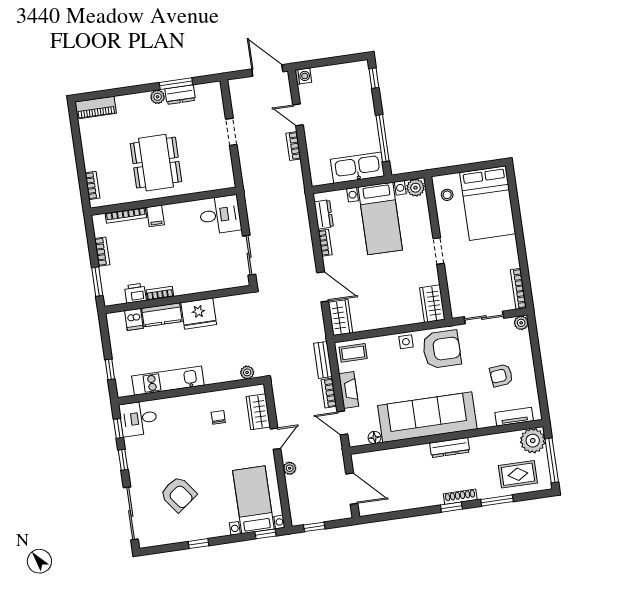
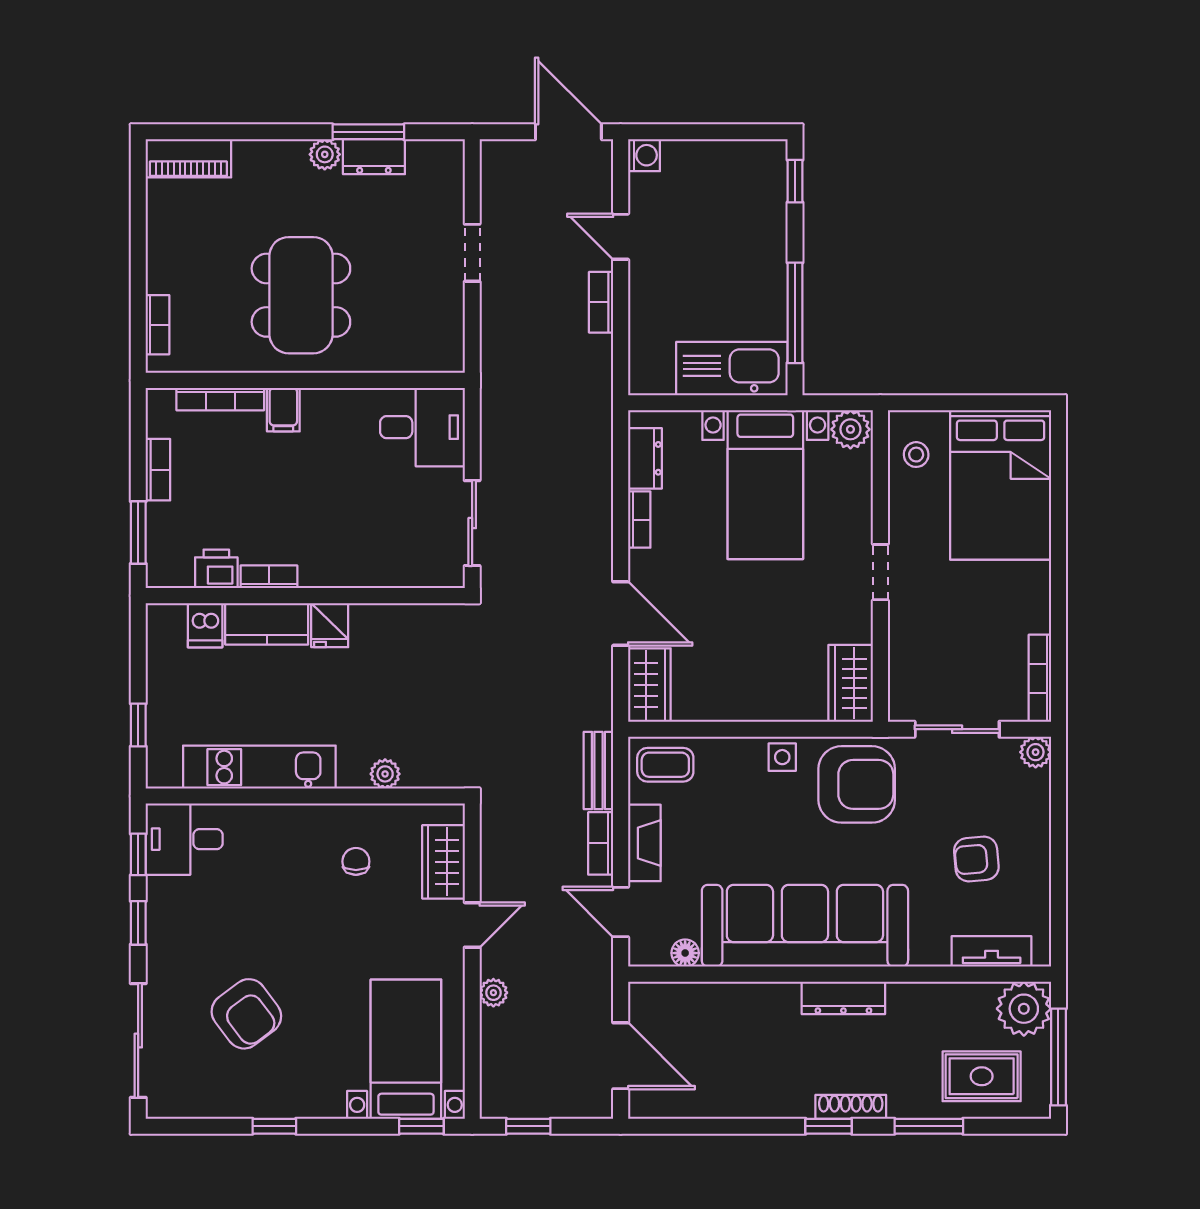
fridge: (199, 314) -> (330, 625), width x0.53, depth x0.75
plant: (247, 372) -> (385, 774), moved

